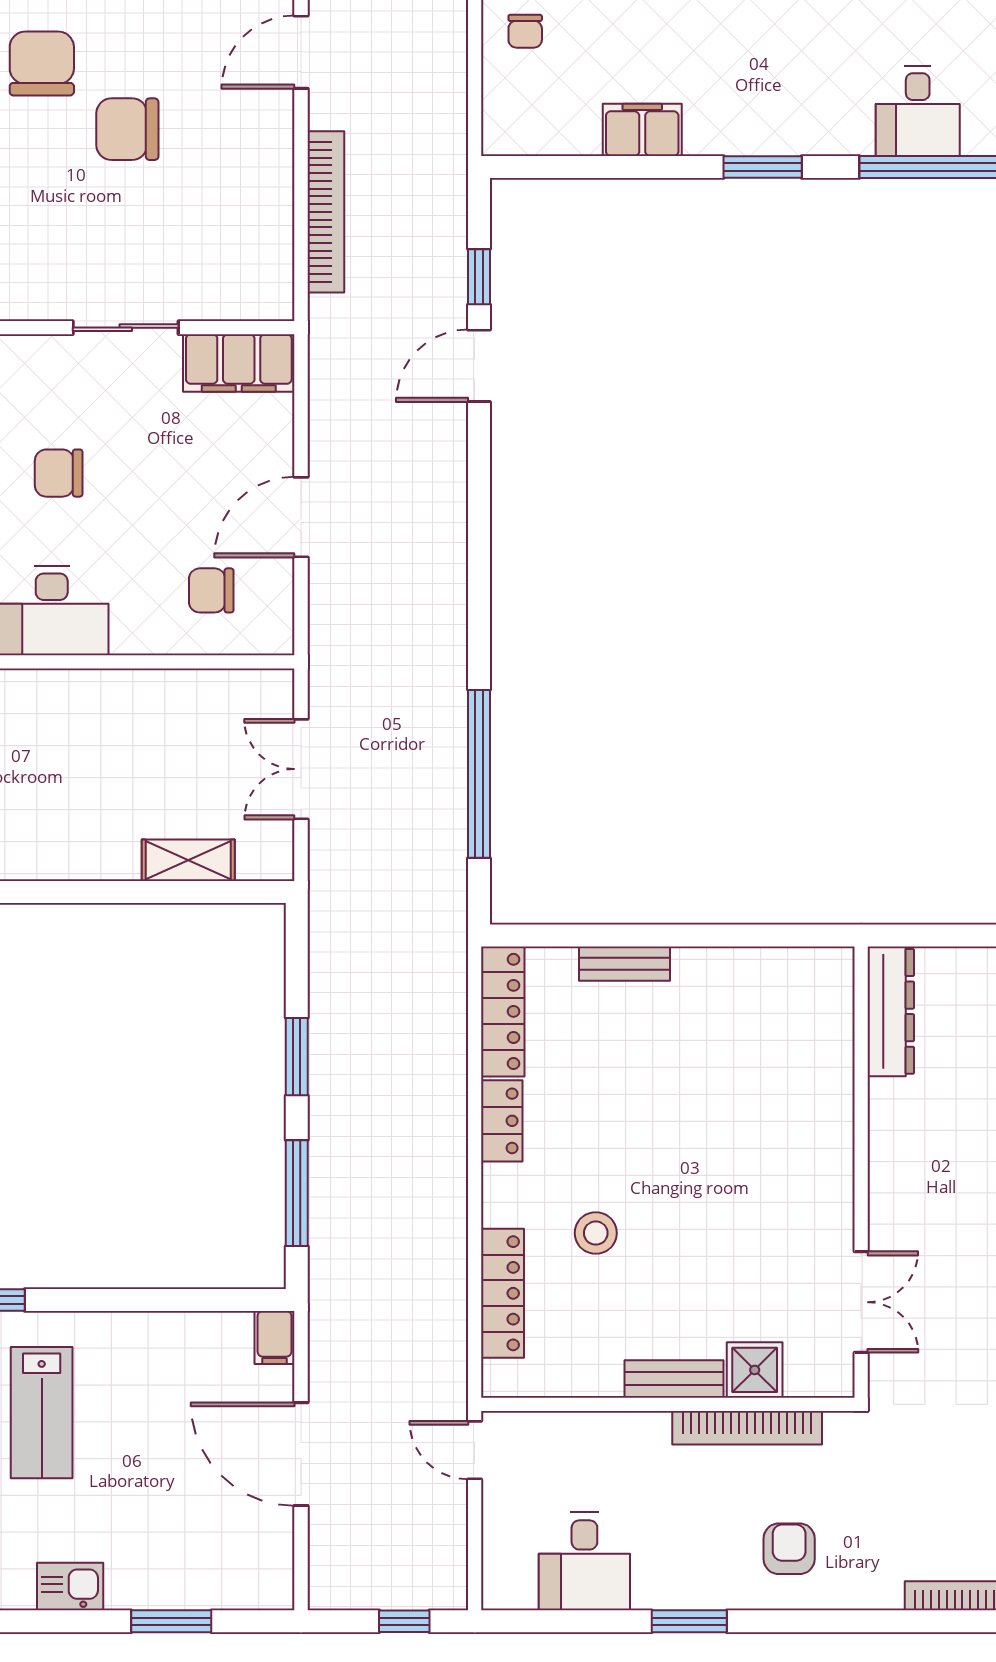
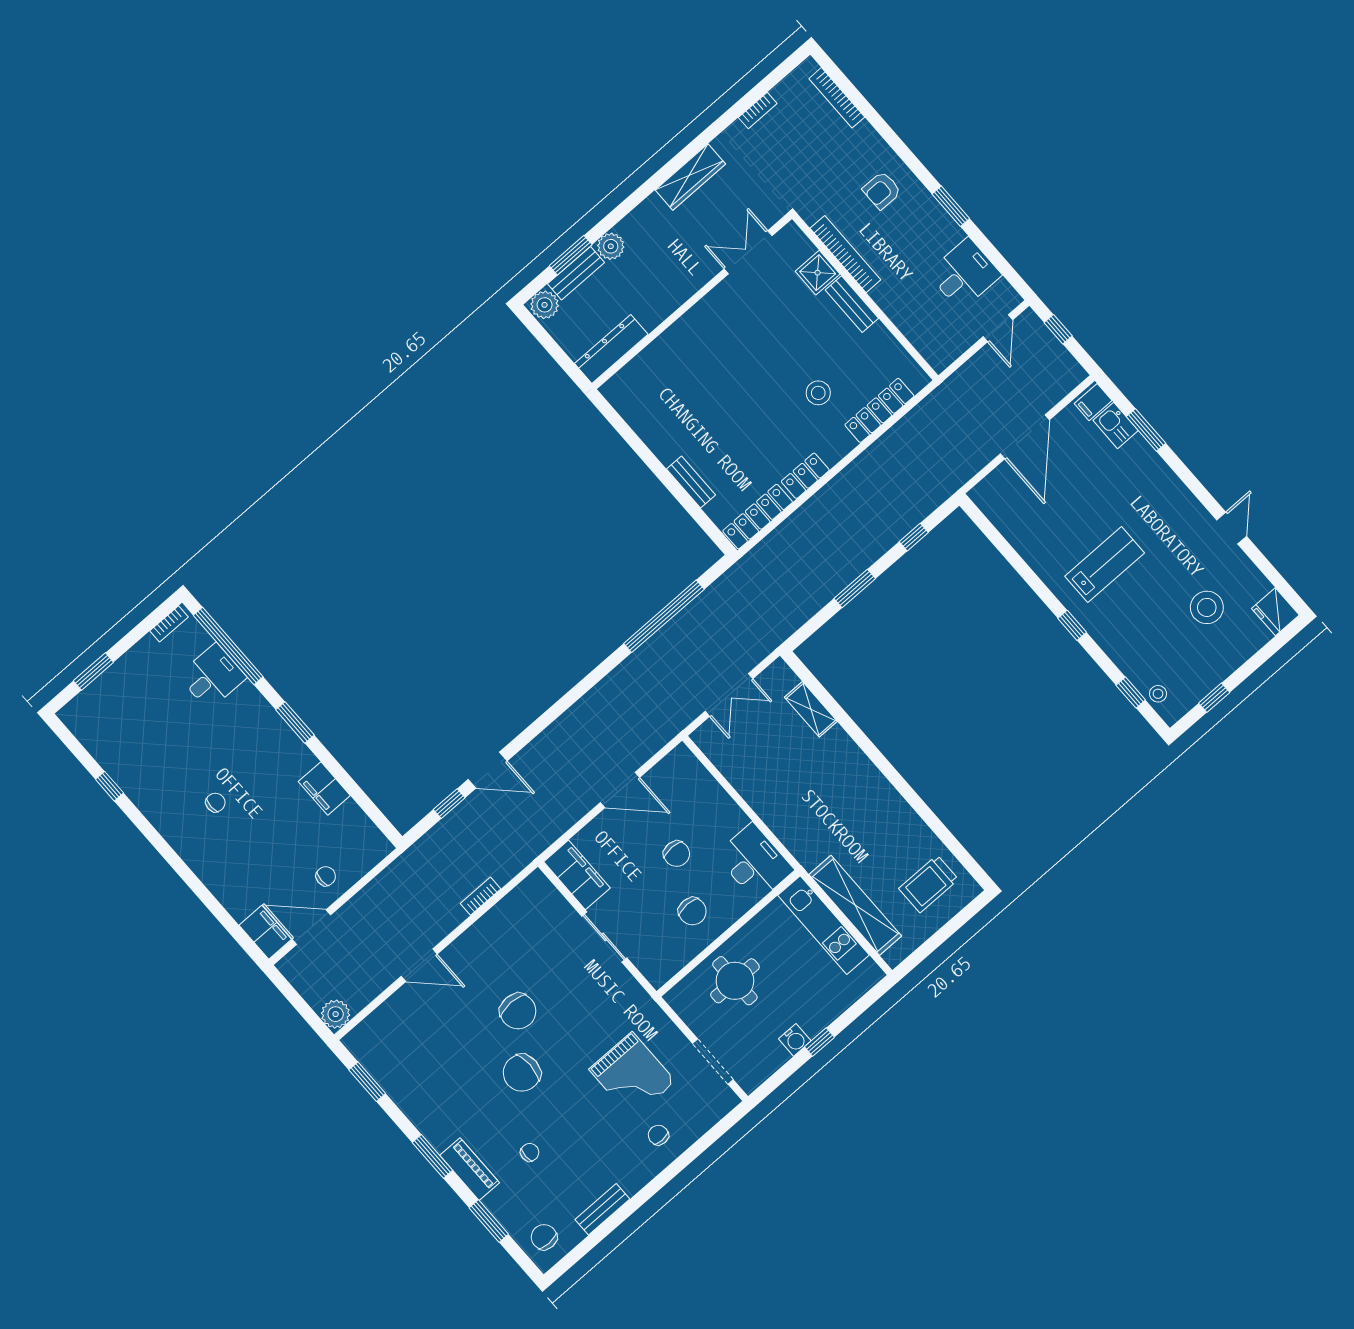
bookcase: (326, 212) -> (481, 896), width x0.43, depth x0.76
chair: (211, 590) -> (677, 854), moved
window: (297, 1193) -> (914, 537), width x0.46
filing cabinet: (274, 1338) -> (1093, 402), moved, turned 180
door: (475, 1450) -> (998, 328), moved
kitchen sink: (70, 1587) -> (1116, 425), moved

